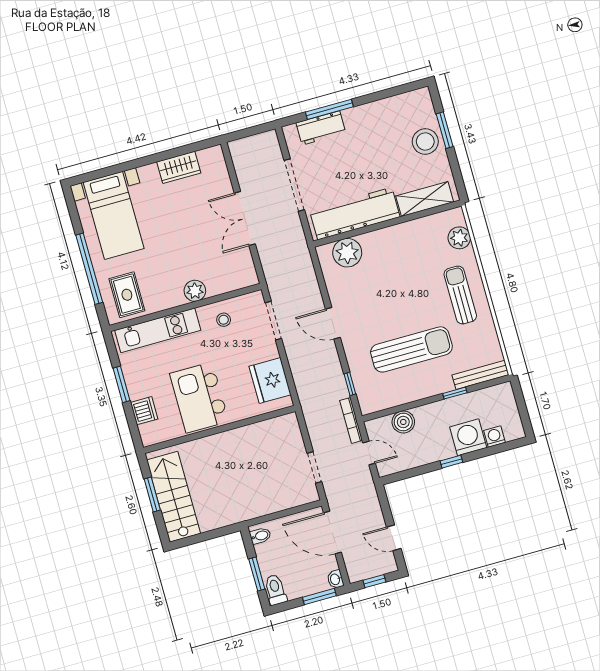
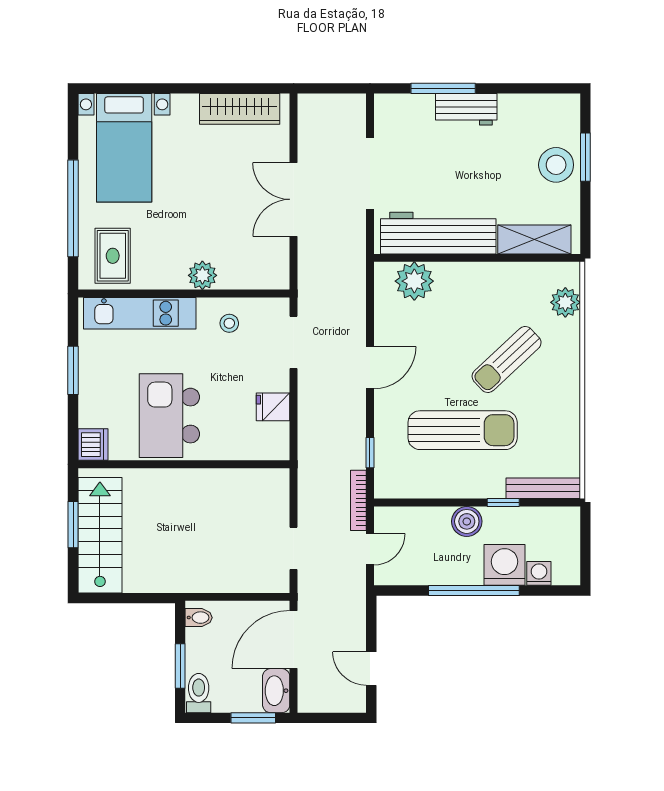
workbench: (321, 128) -> (466, 109), moved
wardrobe: (179, 167) -> (240, 109), width x1.50
sun lounger: (460, 295) -> (507, 359), moved, turned -133
door: (333, 323) -> (370, 368), swing flipped
fridge: (270, 380) -> (273, 407), width x0.53, depth x0.75
dishwasher: (144, 411) -> (93, 445), moved
boiler: (403, 422) -> (467, 521), moved
door: (369, 453) -> (370, 549), hinge flipped
window: (451, 462) -> (474, 590), width x3.17
door: (332, 533) -> (294, 639), hinge flipped
washbasin: (335, 579) -> (276, 691), width x1.91, depth x1.45
window: (374, 581) -> (330, 718), removed

